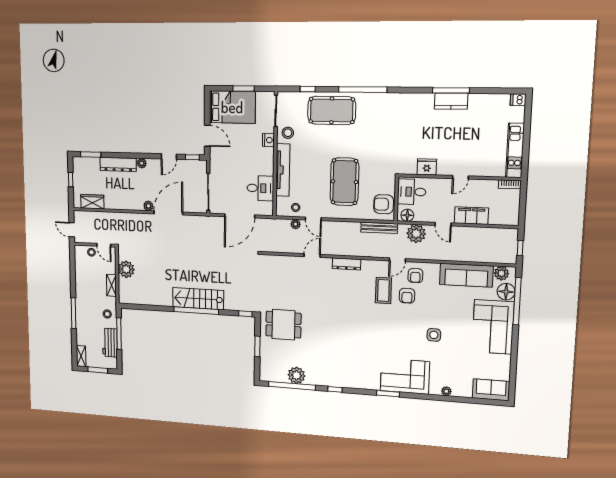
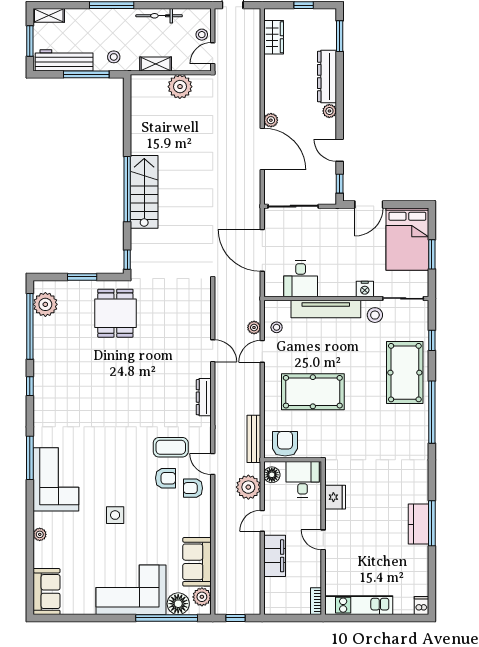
sofa: (466, 275) -> (197, 562), width x0.73
bicycle: (80, 281) -> (159, 16), added
armchair: (407, 296) -> (166, 478), turned 180
workbench: (110, 343) -> (64, 60), width x1.38
plant: (296, 375) -> (45, 304), moved
window: (388, 394) -> (30, 458), width x1.44

